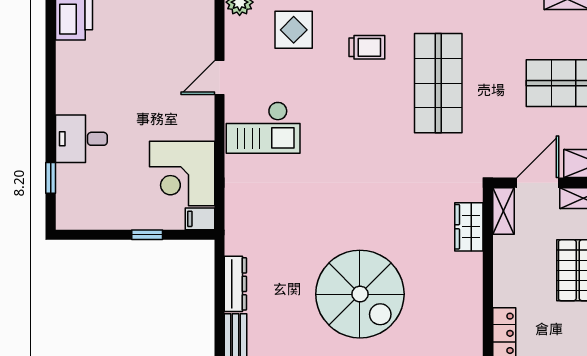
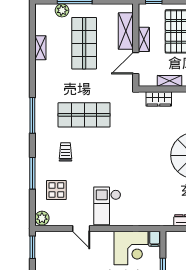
checkout: (263, 128) -> (107, 206), turned 180
door: (538, 183) -> (136, 63), hinge flipped
shelving: (503, 211) -> (170, 81), moved

